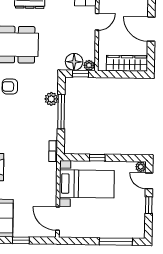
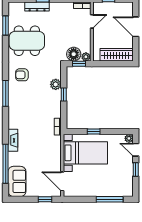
window: (61, 112) -> (64, 95), width x0.46
window: (21, 240) -> (45, 199), moved

